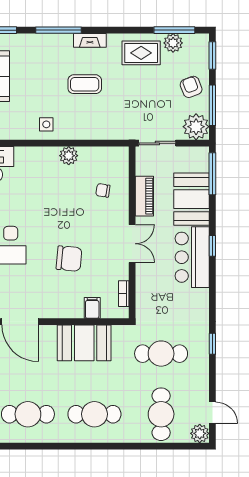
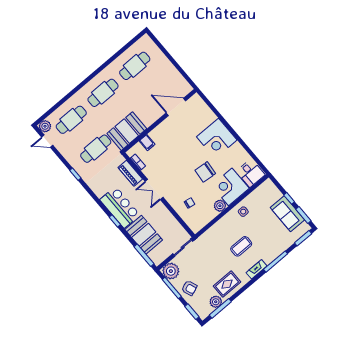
corner desk: (37, 168) -> (230, 187), added
piano: (144, 196) -> (130, 173), moved
chair: (69, 259) -> (205, 172), moved
booth: (84, 343) -> (127, 131), moved
cafe table: (161, 414) -> (71, 120), turned 90

